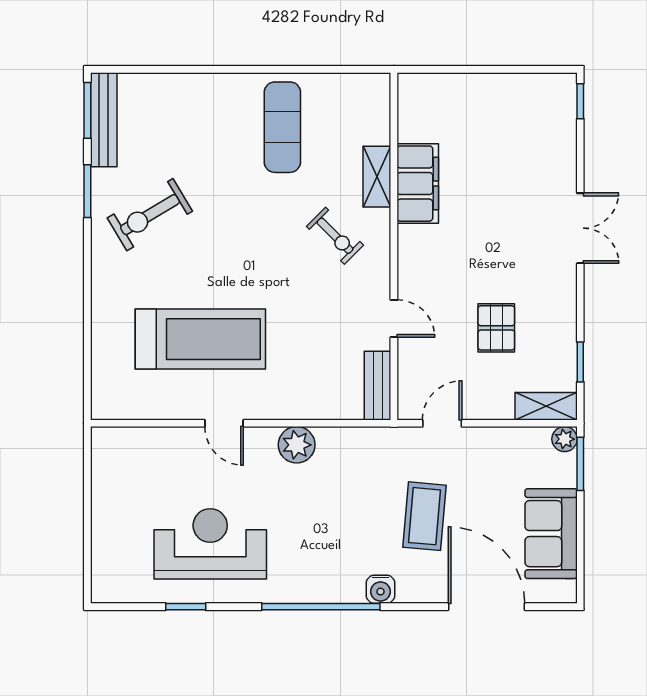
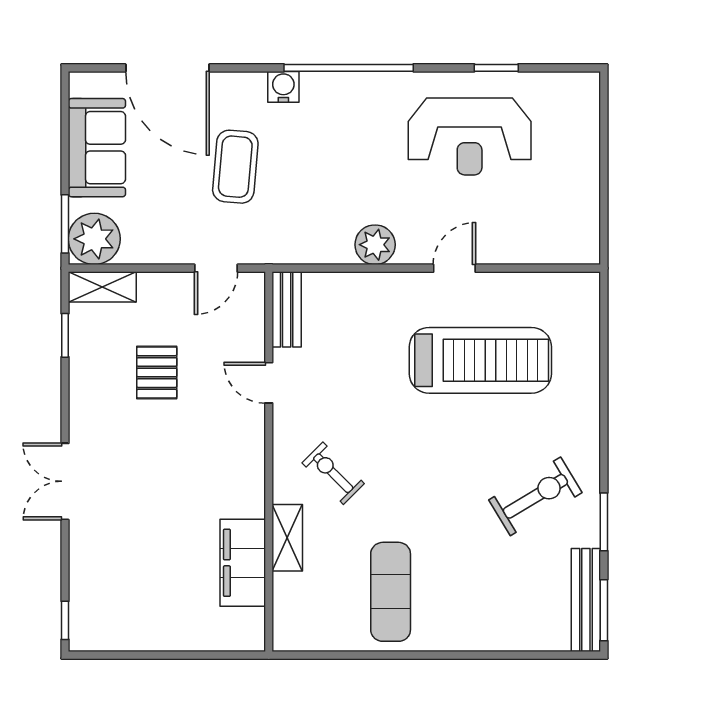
filing cabinet: (418, 184) -> (243, 563), moved
treadmill: (200, 339) -> (480, 360), turned 180
door: (224, 423) -> (454, 268), hinge flipped
plant: (565, 439) -> (94, 239), width x1.88, depth x1.88

